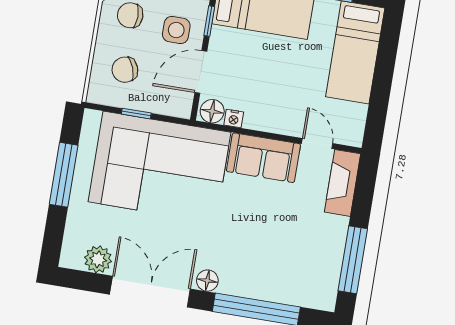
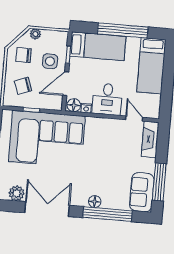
desk: (272, 105) -> (107, 99), added
sofa: (263, 158) -> (142, 192), moved, turned 90
floor lamp: (207, 281) -> (95, 202), moved

